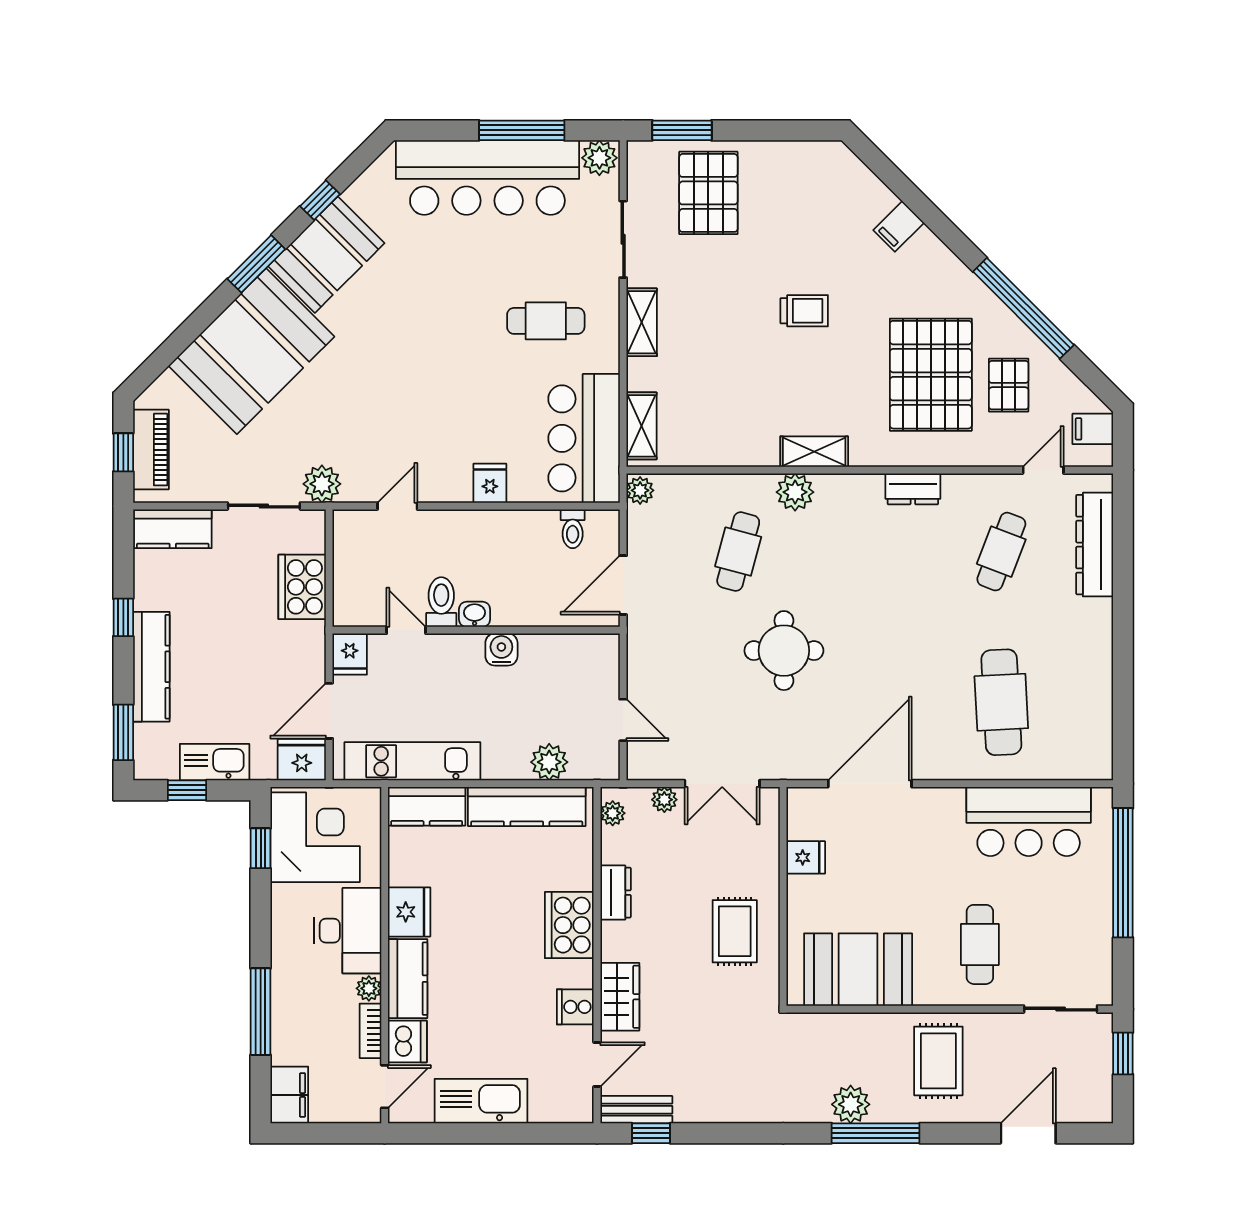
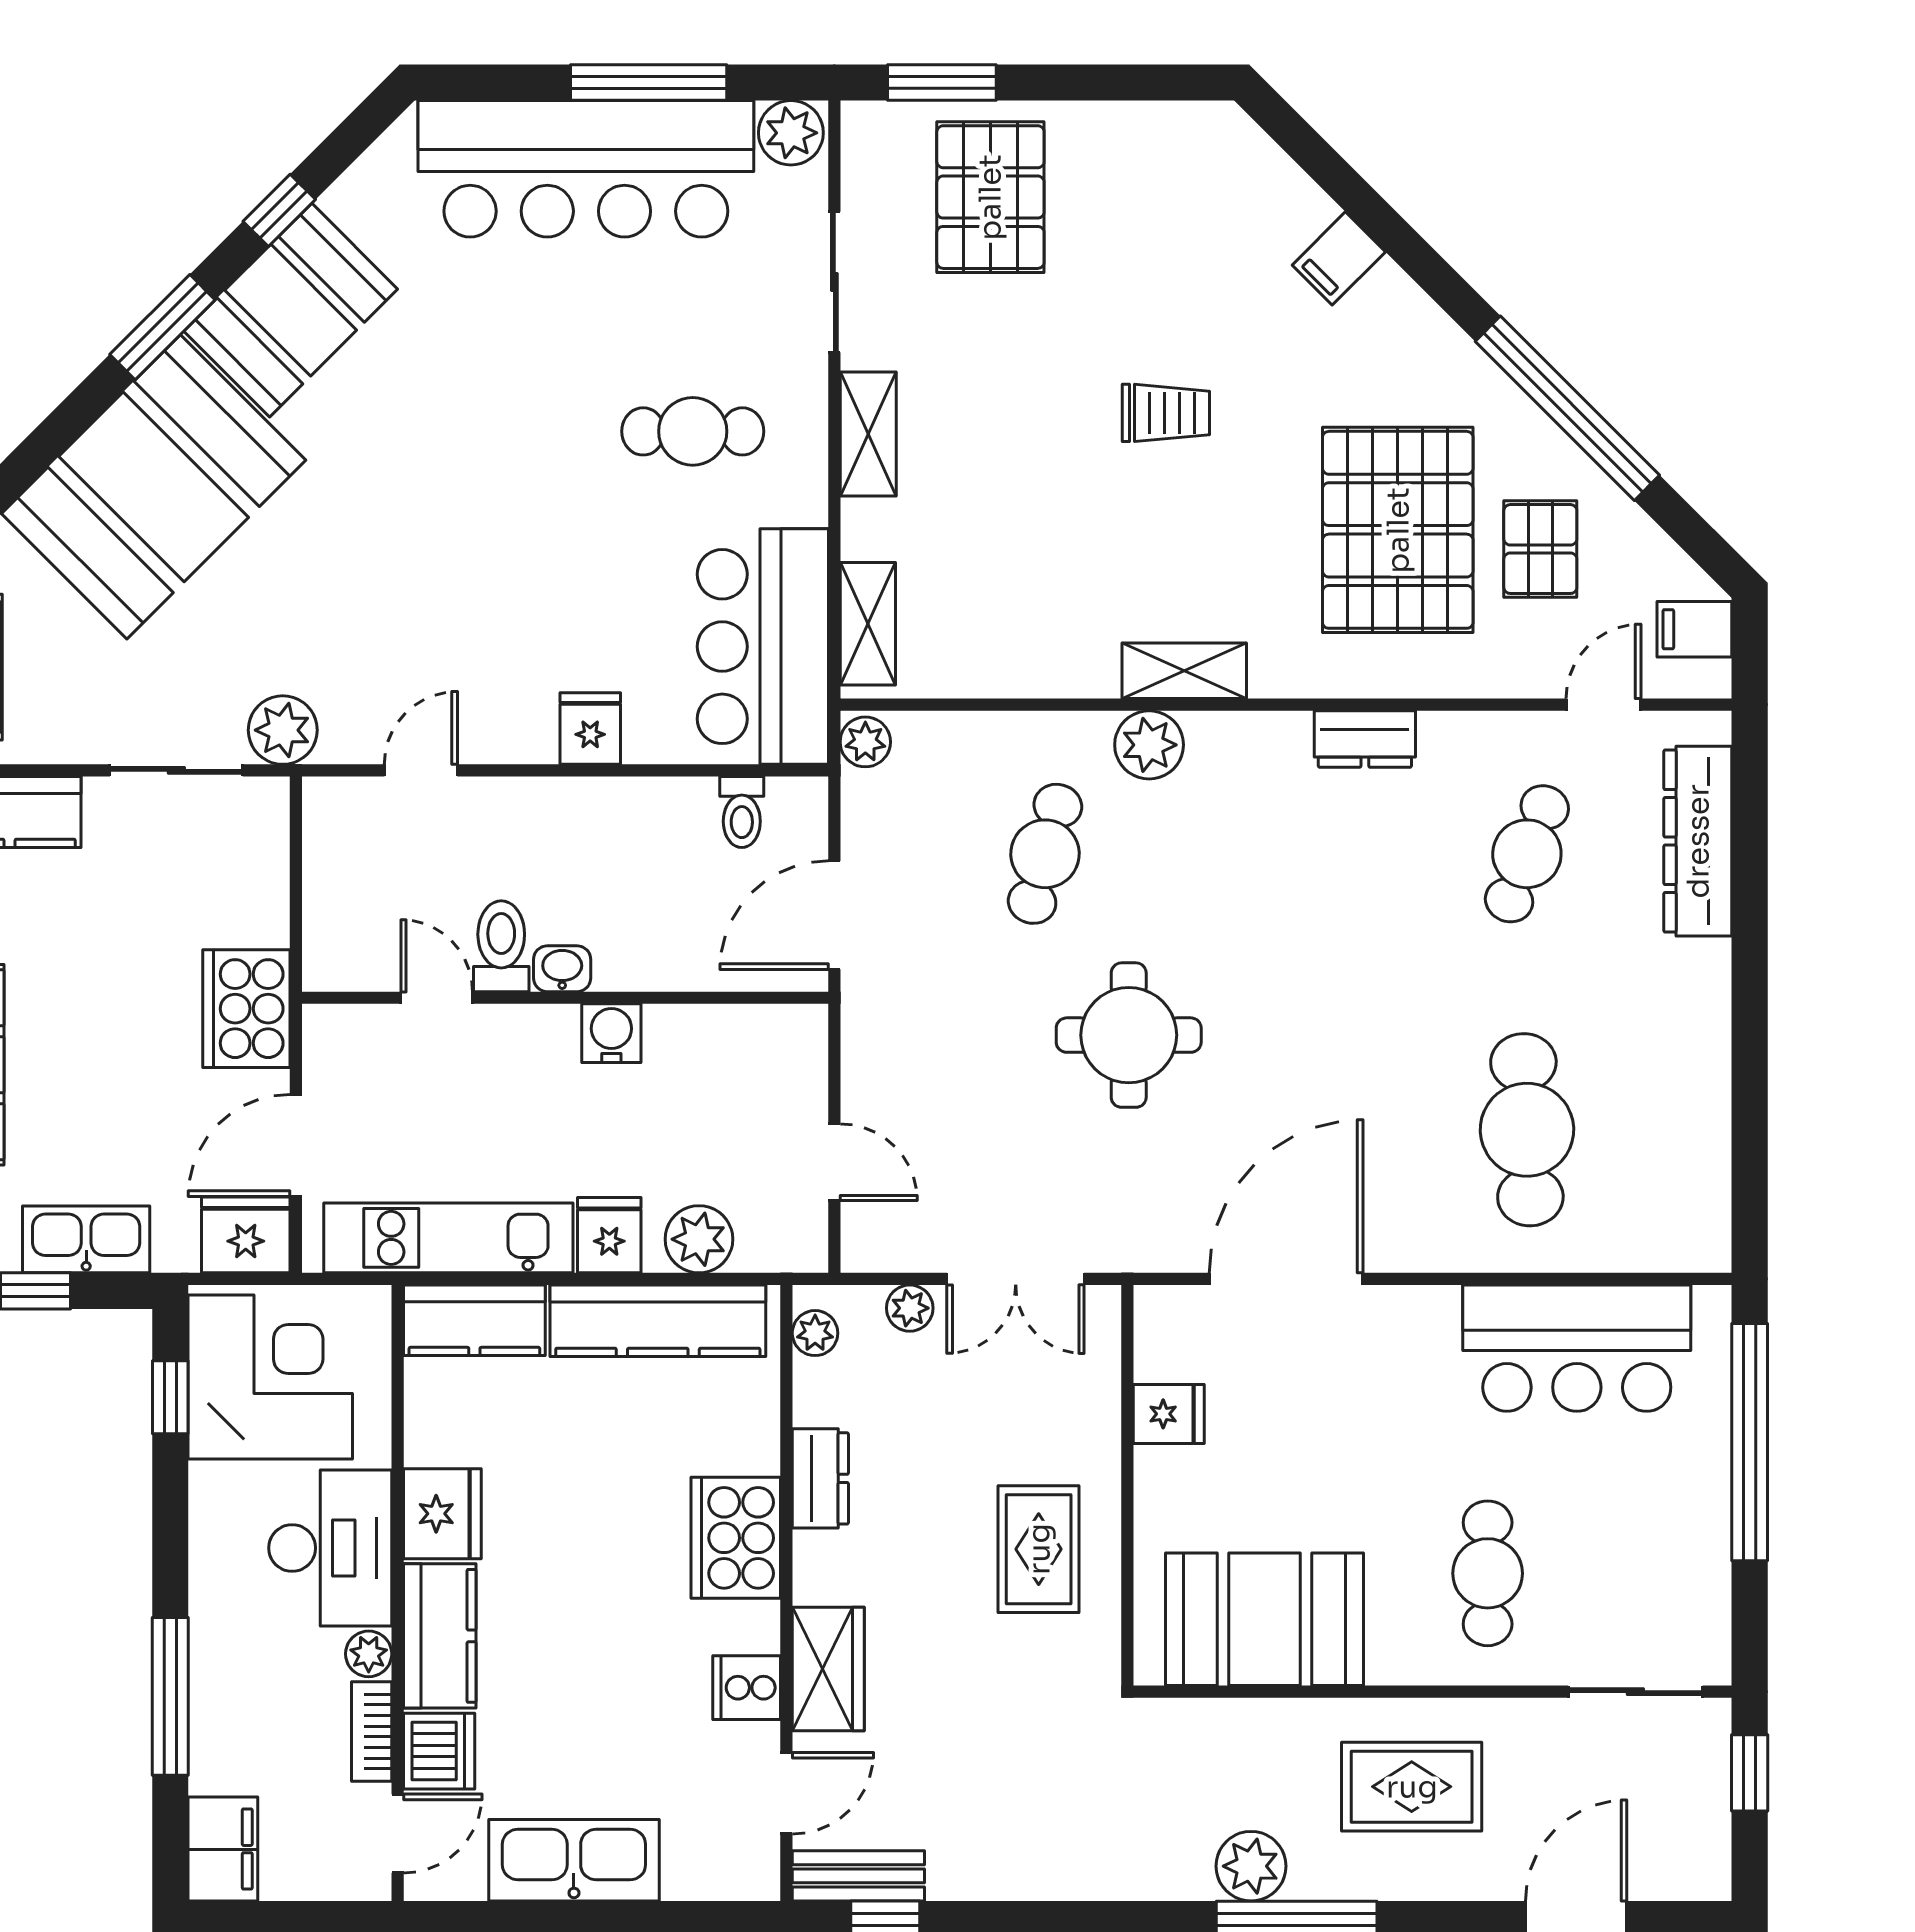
cooker: (302, 587) -> (246, 1009), moved
fridge: (350, 654) -> (609, 1235), moved, turned 180
rug: (938, 1061) -> (1412, 1787), turned 90

